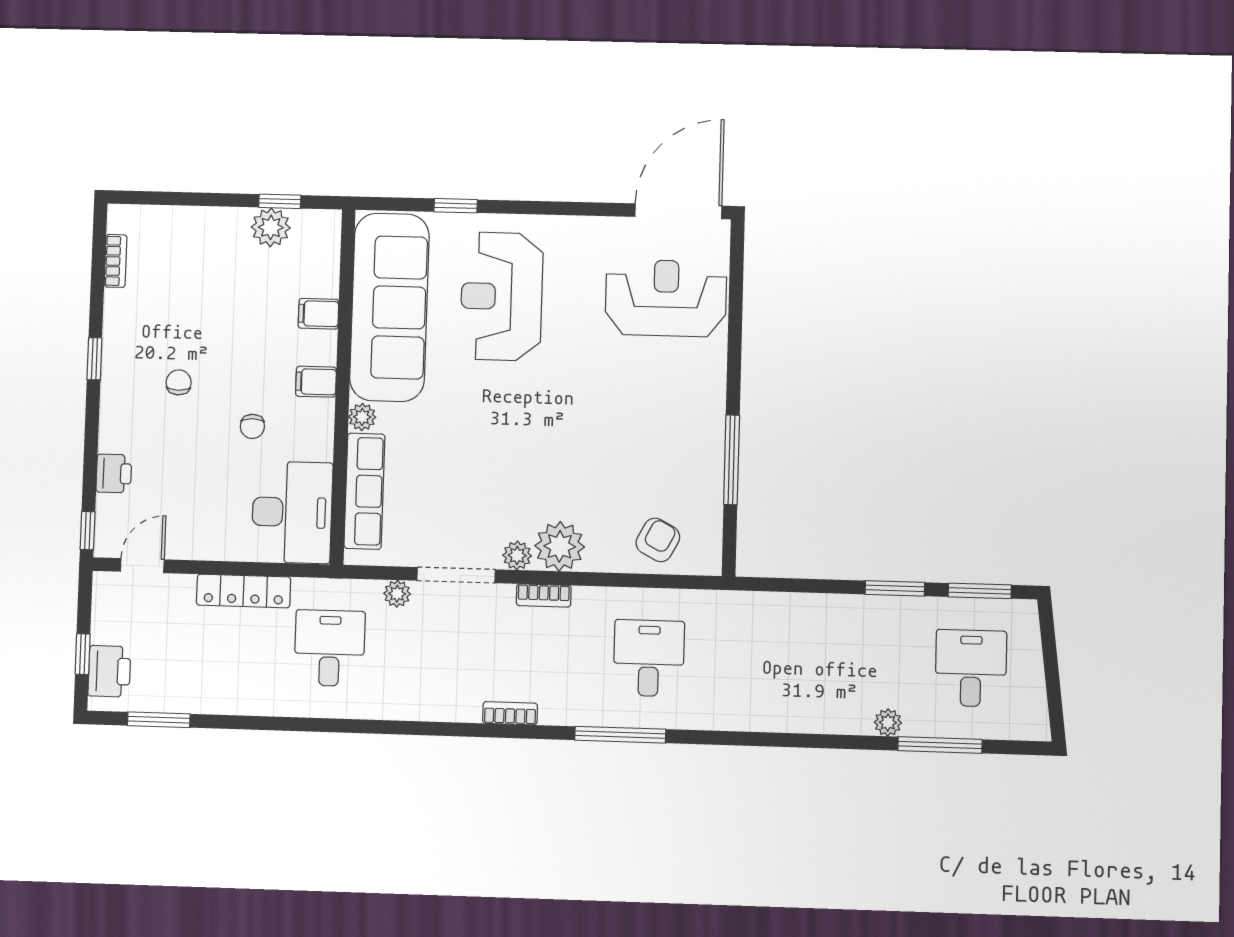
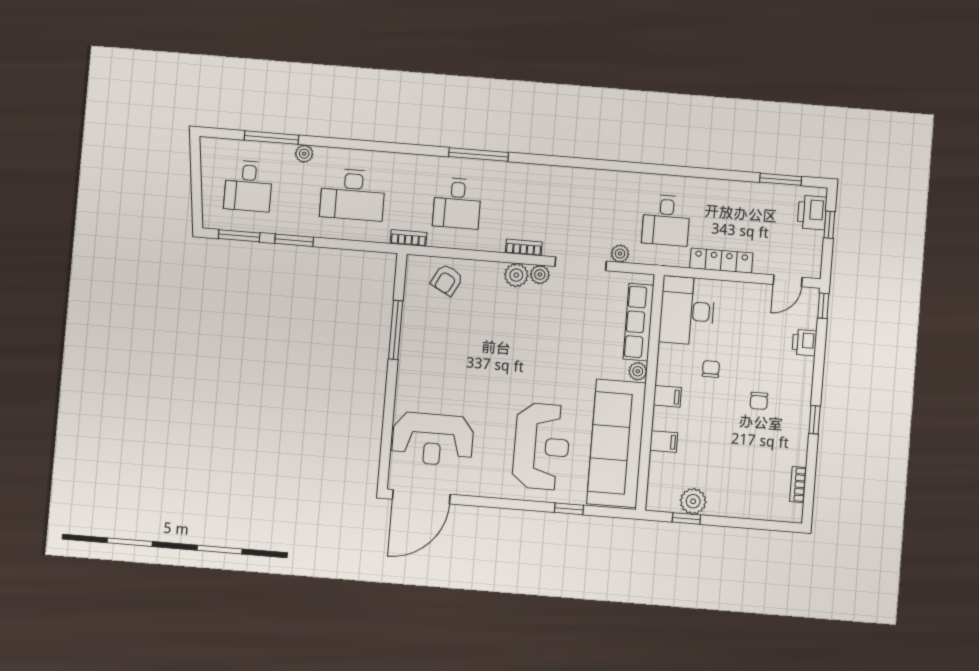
plant: (560, 546) -> (516, 275), width x0.73, depth x0.73
desk: (809, 663) -> (353, 195), added
bookcase: (510, 713) -> (409, 238), moved, turned 180

